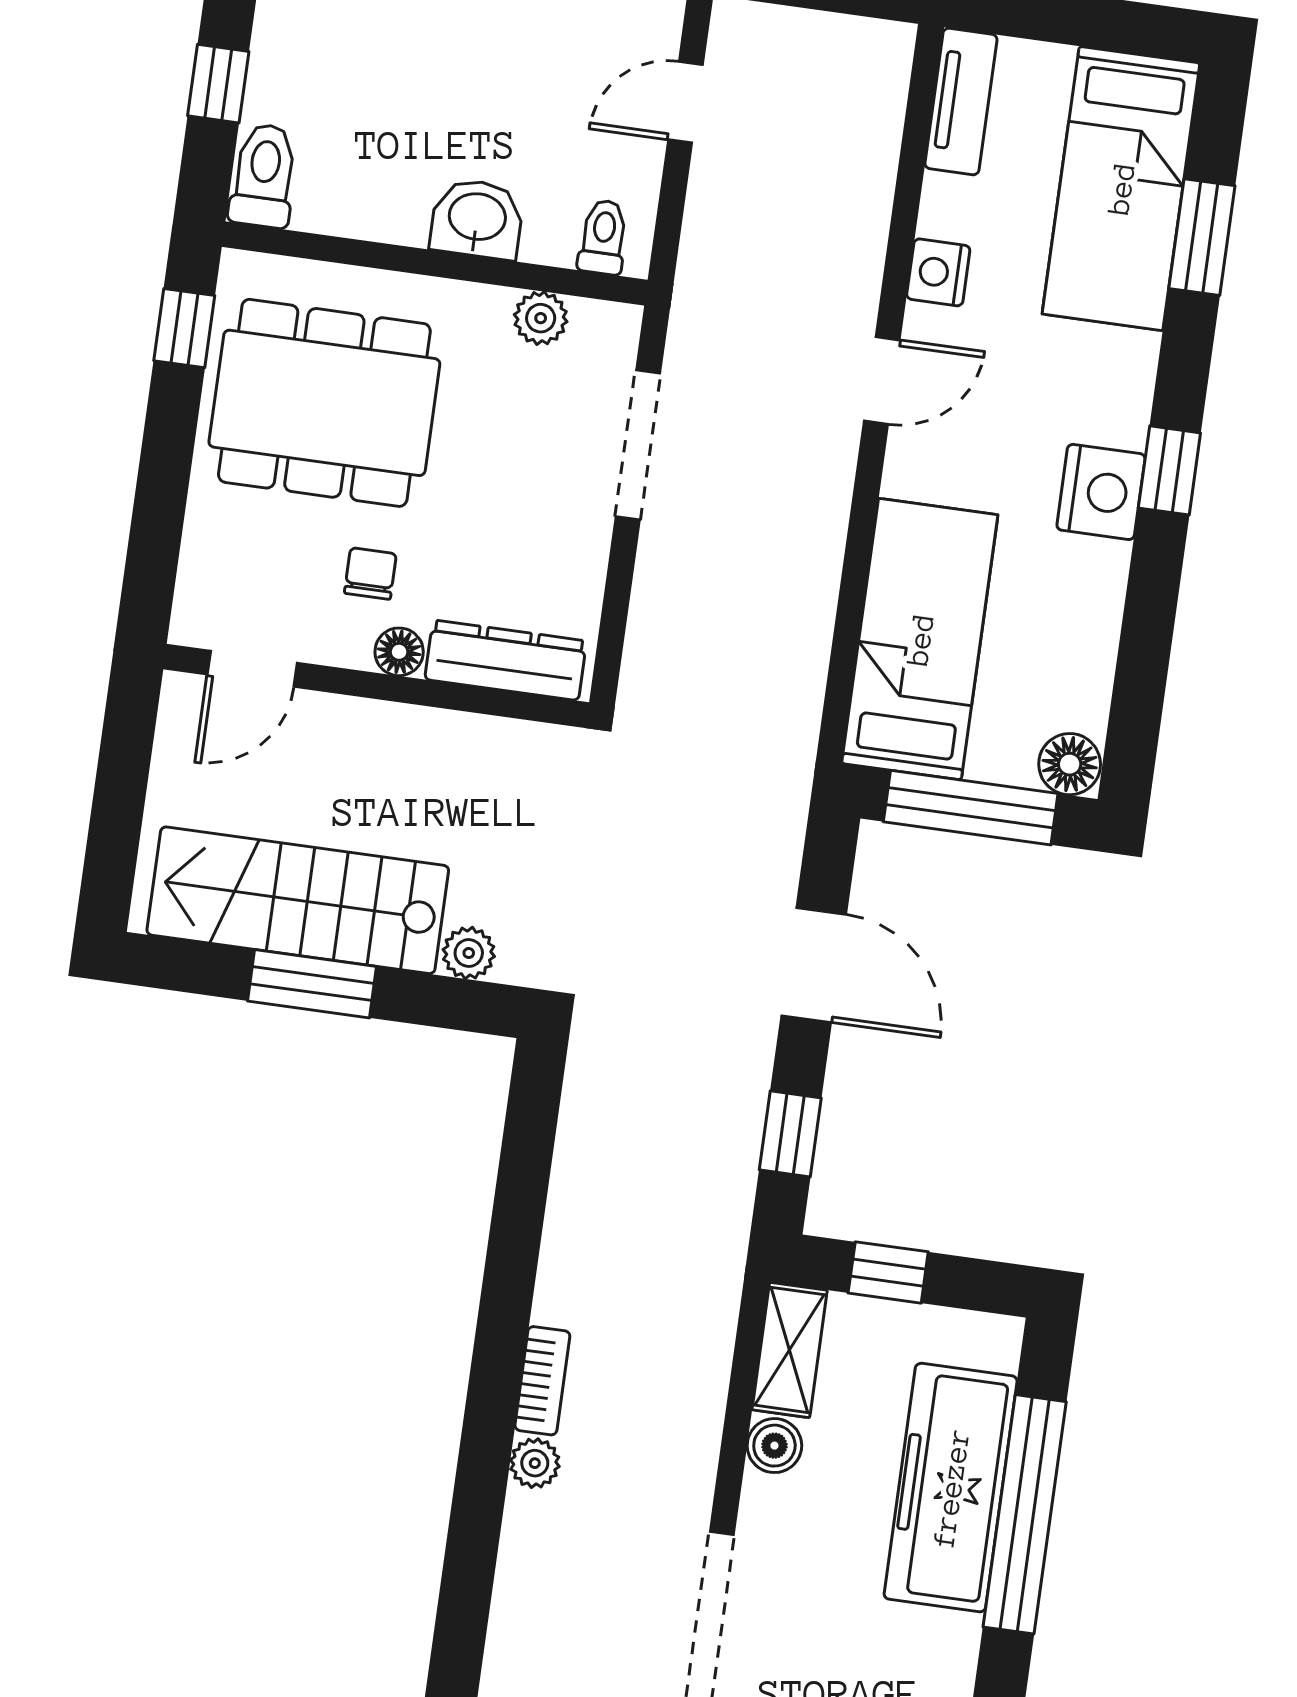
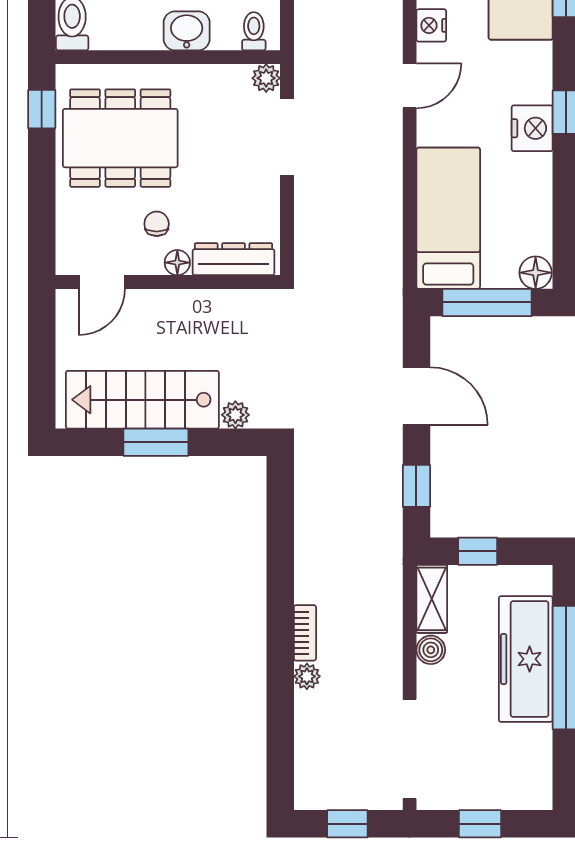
plant: (541, 318) -> (266, 78), moved

